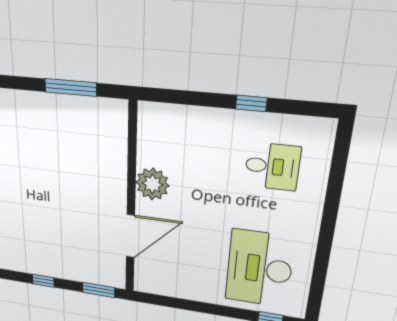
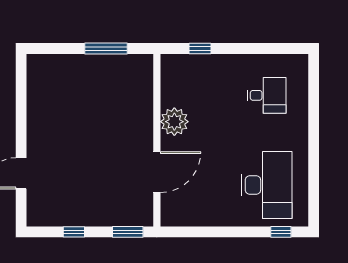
window: (251, 103) -> (200, 49), moved
desk: (259, 269) -> (267, 185), turned 180

